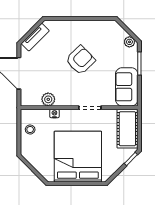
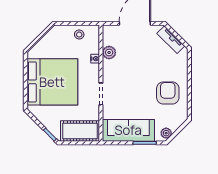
armchair: (80, 60) -> (168, 93), moved, turned -136
sofa: (127, 87) -> (128, 130), width x1.36

